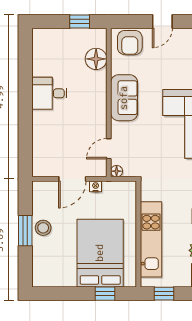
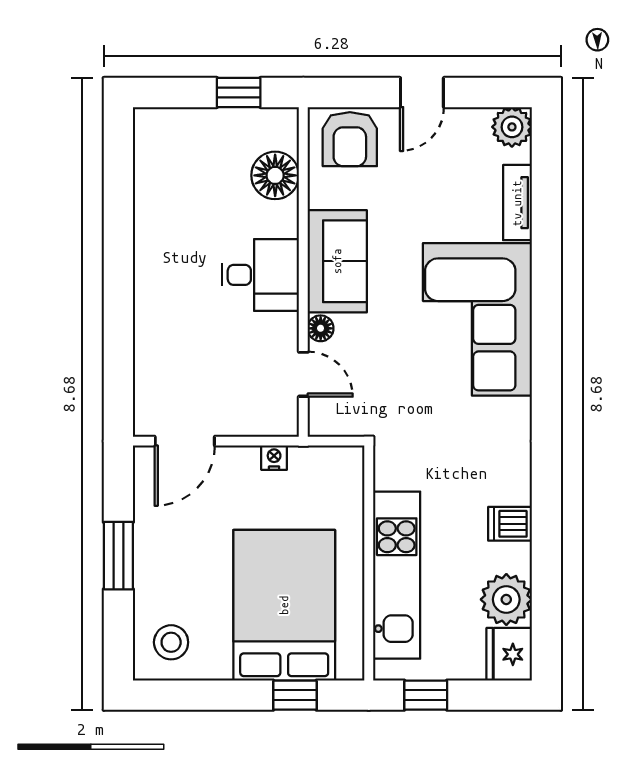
desk: (49, 93) -> (260, 275), moved, turned 180
door: (109, 149) -> (303, 374), swing flipped
floor lamp: (117, 171) -> (321, 328), moved
door: (72, 179) -> (185, 441), moved
stool: (43, 228) -> (171, 642), moved

